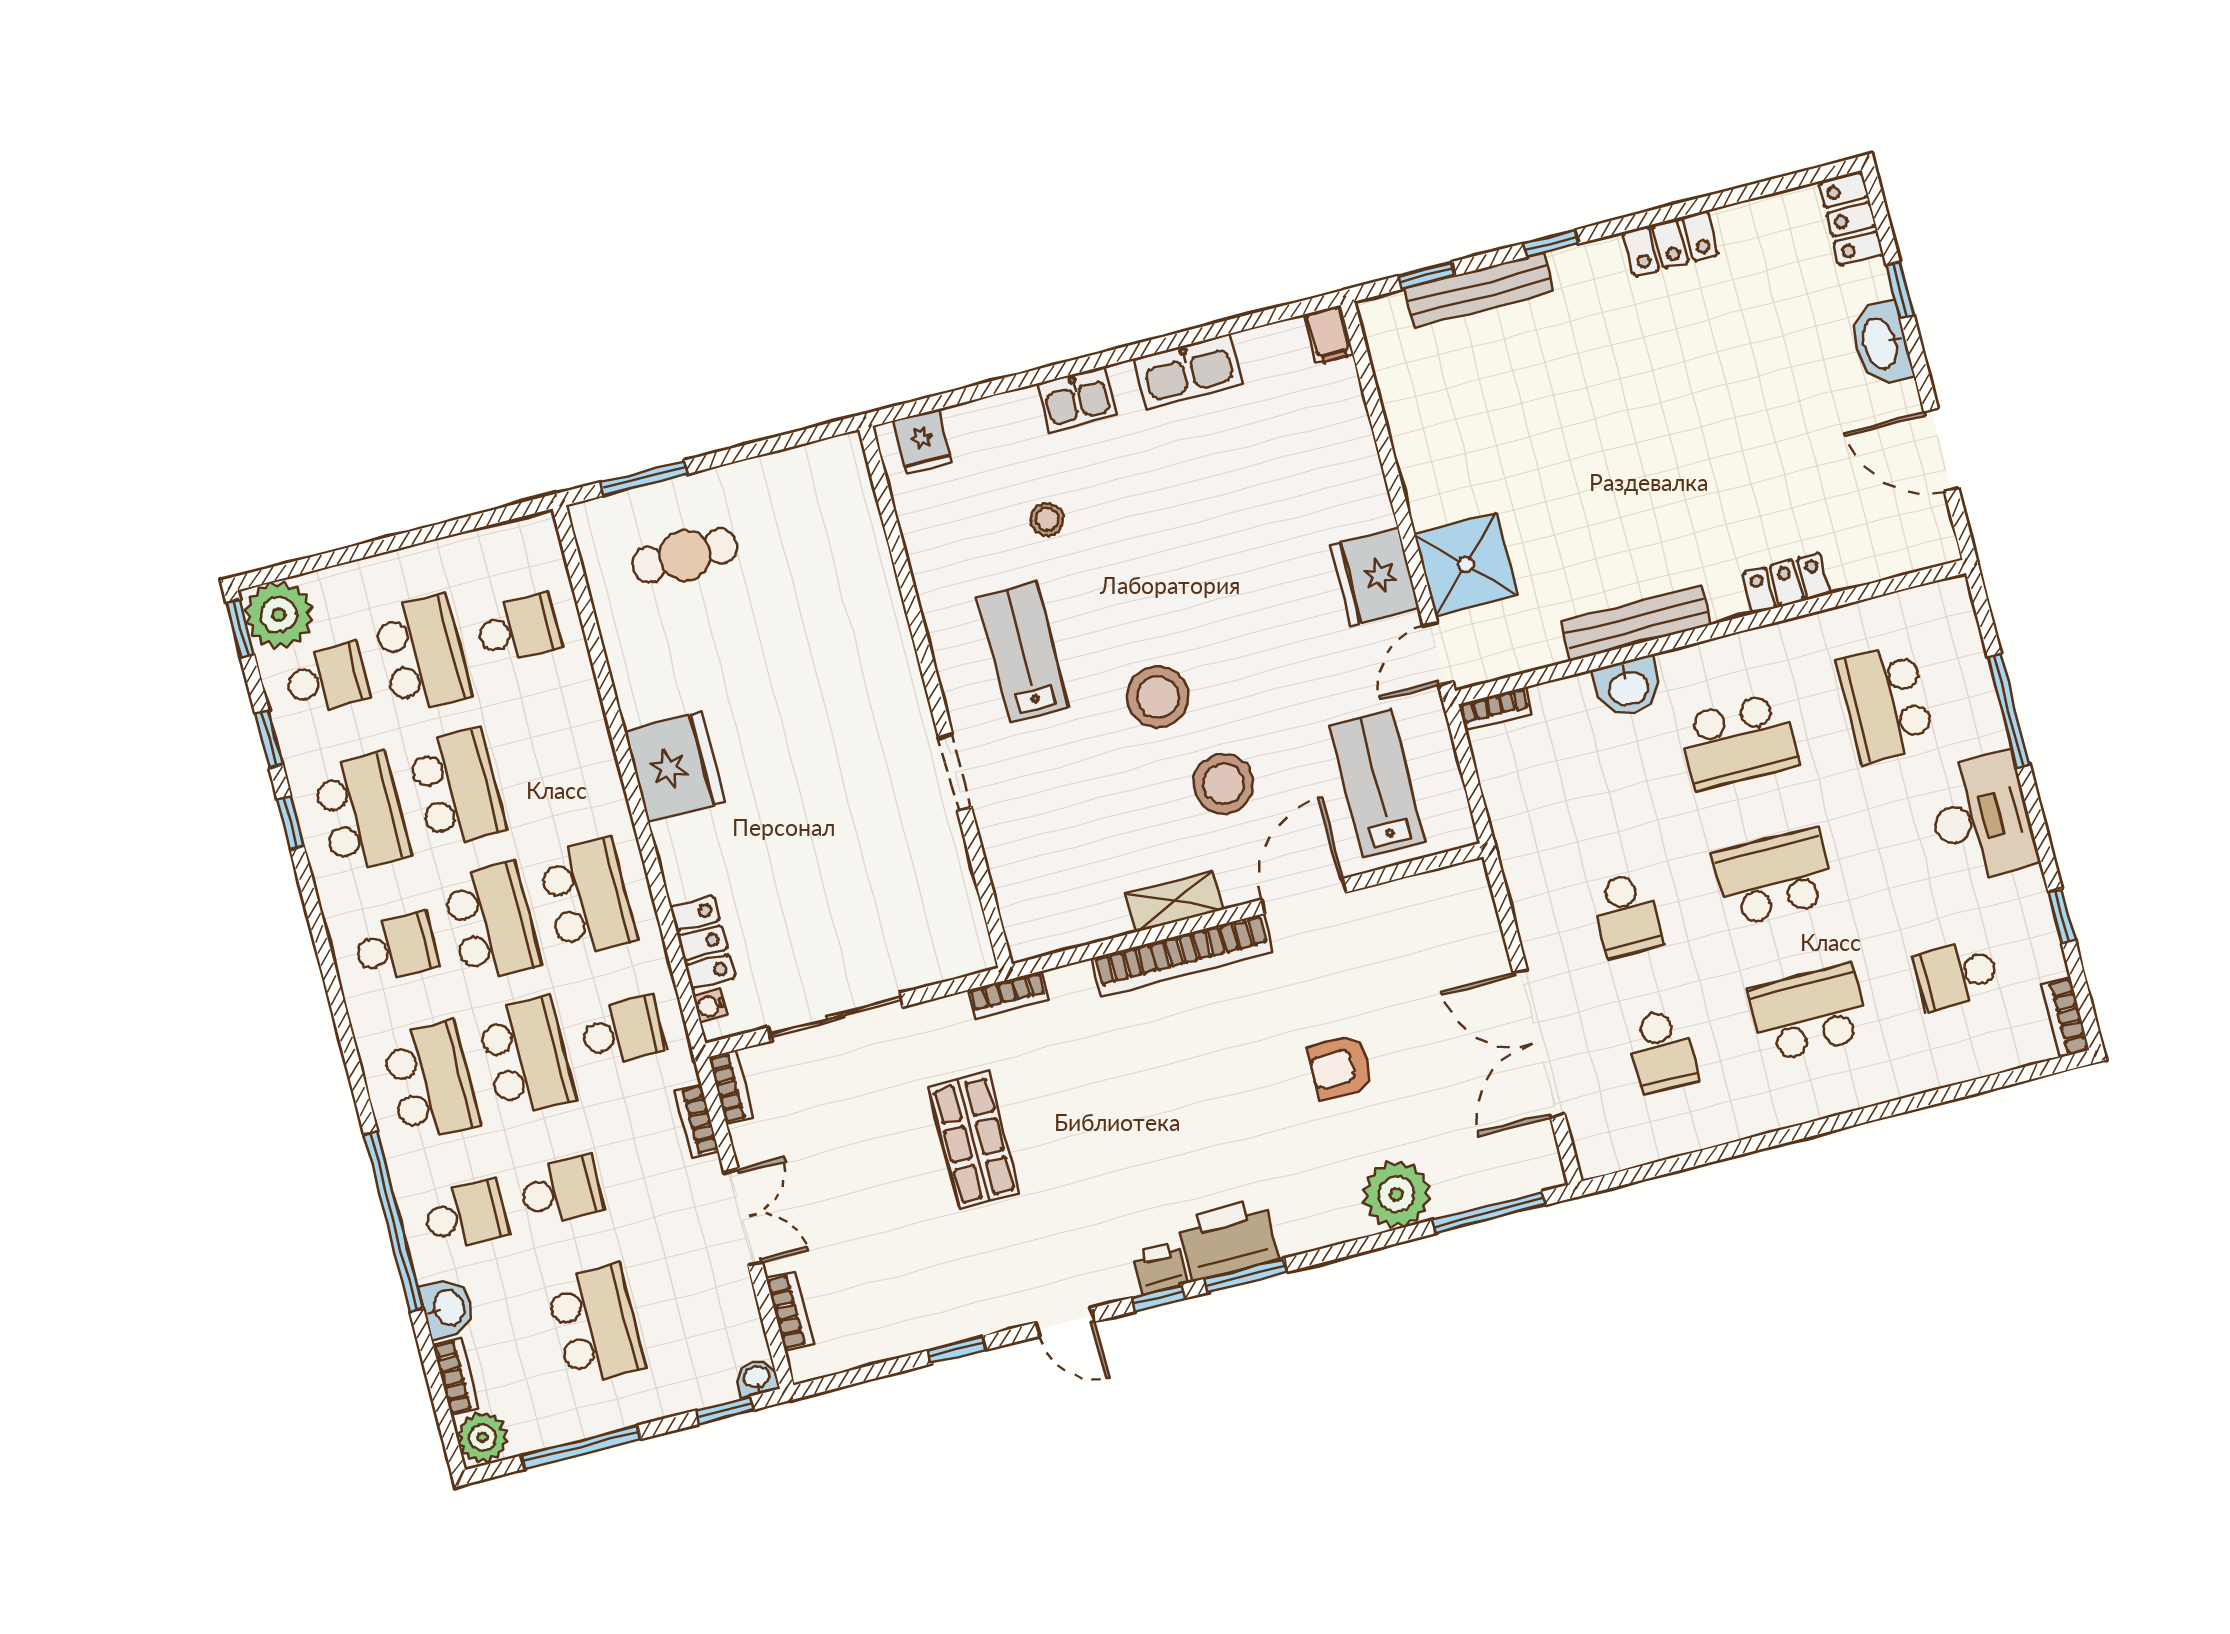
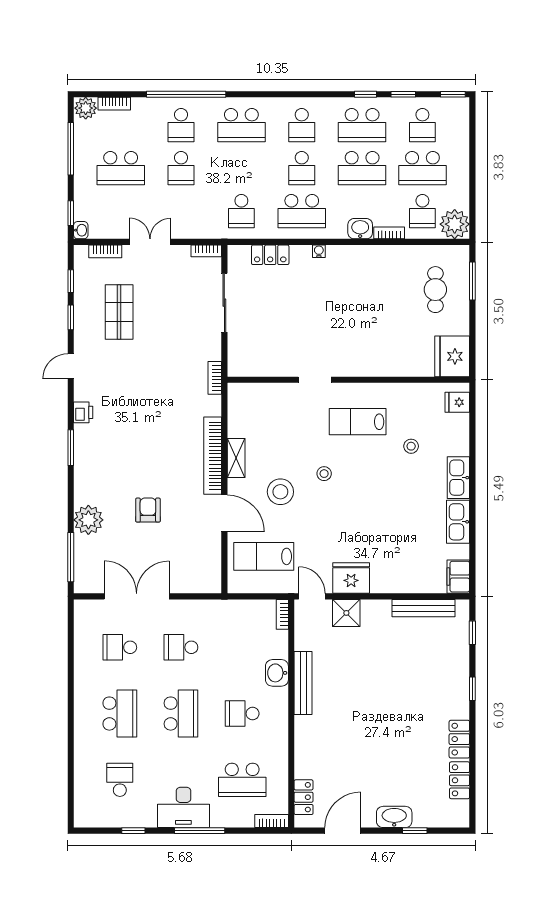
locker: (1851, 219) -> (460, 780), moved, turned -90
bench: (1479, 290) -> (424, 608), moved, turned 90
filing cabinet: (1329, 335) -> (458, 577), width x2.00
kitchen sink: (1077, 399) -> (458, 478), width x1.38
shower: (1466, 565) -> (346, 613), width x0.73, depth x0.73
locker: (1786, 583) -> (304, 797), moved
plant: (279, 615) -> (455, 224), moved
lab bench: (1023, 652) -> (358, 422), turned 180
stool: (1158, 697) -> (324, 474), width x0.53, depth x0.53
school desk: (1886, 703) -> (242, 780), turned 180
window: (2009, 711) -> (200, 831), moved
school desk: (1739, 741) -> (242, 714), width x0.54
fridge: (675, 767) -> (452, 356), moved, turned 90
lab bench: (1377, 783) -> (264, 556), turned 180
school desk: (492, 922) -> (302, 168), width x0.54
water cooler: (710, 1006) -> (319, 251), moved
bookcase: (2065, 1017) -> (272, 821), moved
school desk: (526, 1057) -> (241, 168), removed
bookcase: (697, 1121) -> (389, 233), moved
shop shelf: (974, 1140) -> (119, 312), moved, turned 90
double door: (743, 1217) -> (150, 242), swing flipped
printer: (1228, 1240) -> (88, 444), removed
window: (1158, 1298) -> (71, 281), moved
washbasin: (447, 1308) -> (360, 229), moved, turned 180

